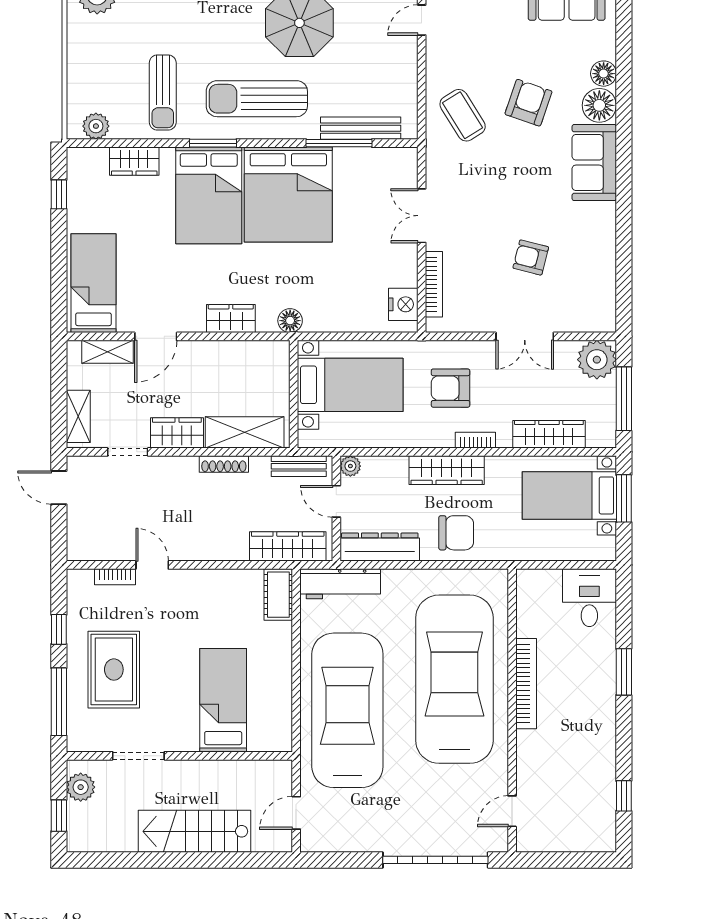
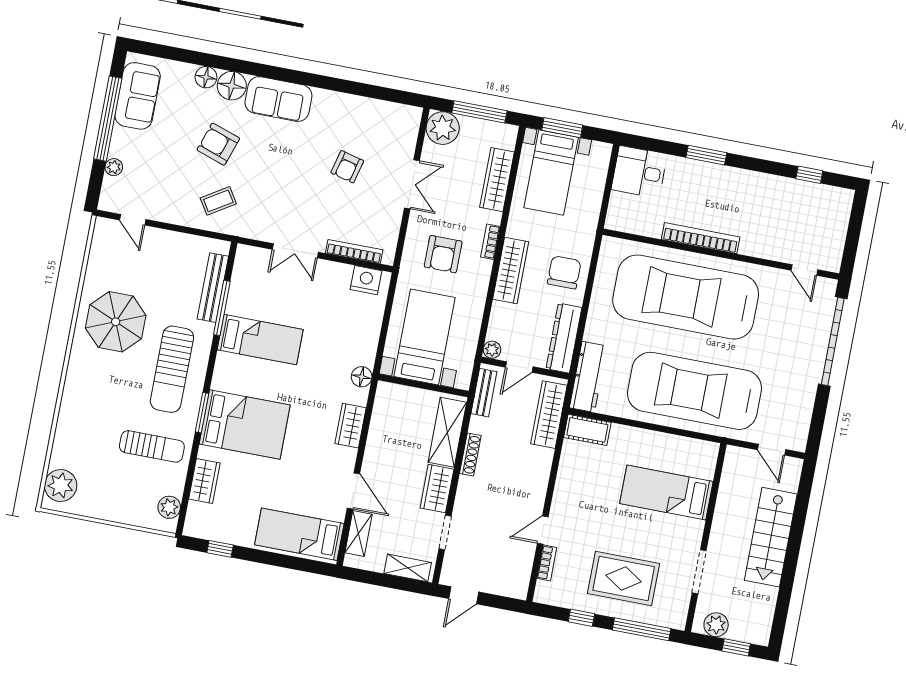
coffee table: (463, 115) -> (218, 201), width x0.73, depth x0.77
bed: (288, 195) -> (260, 340), width x0.49

